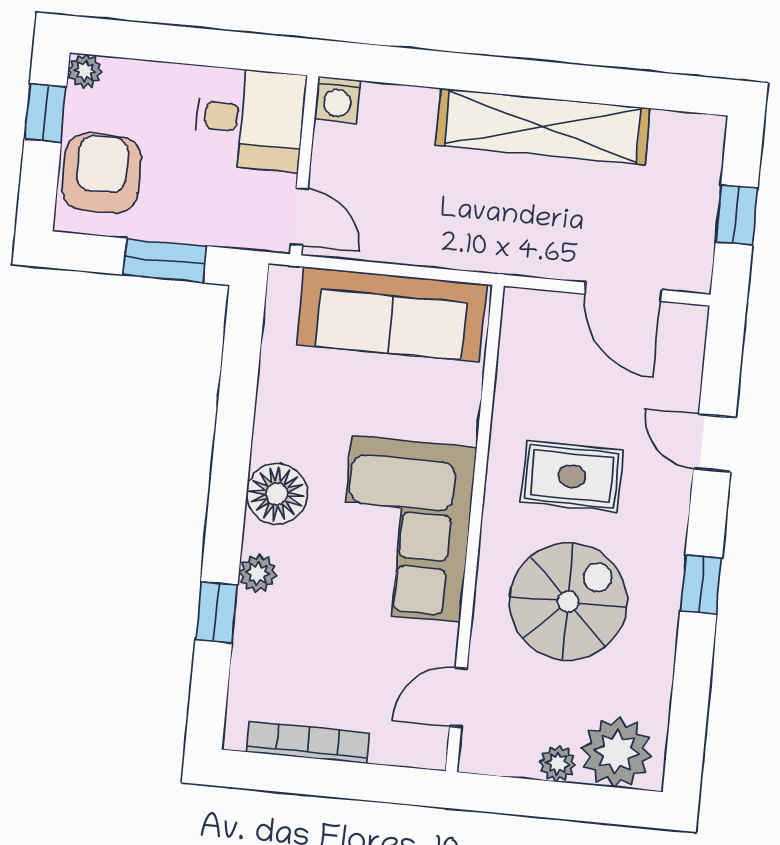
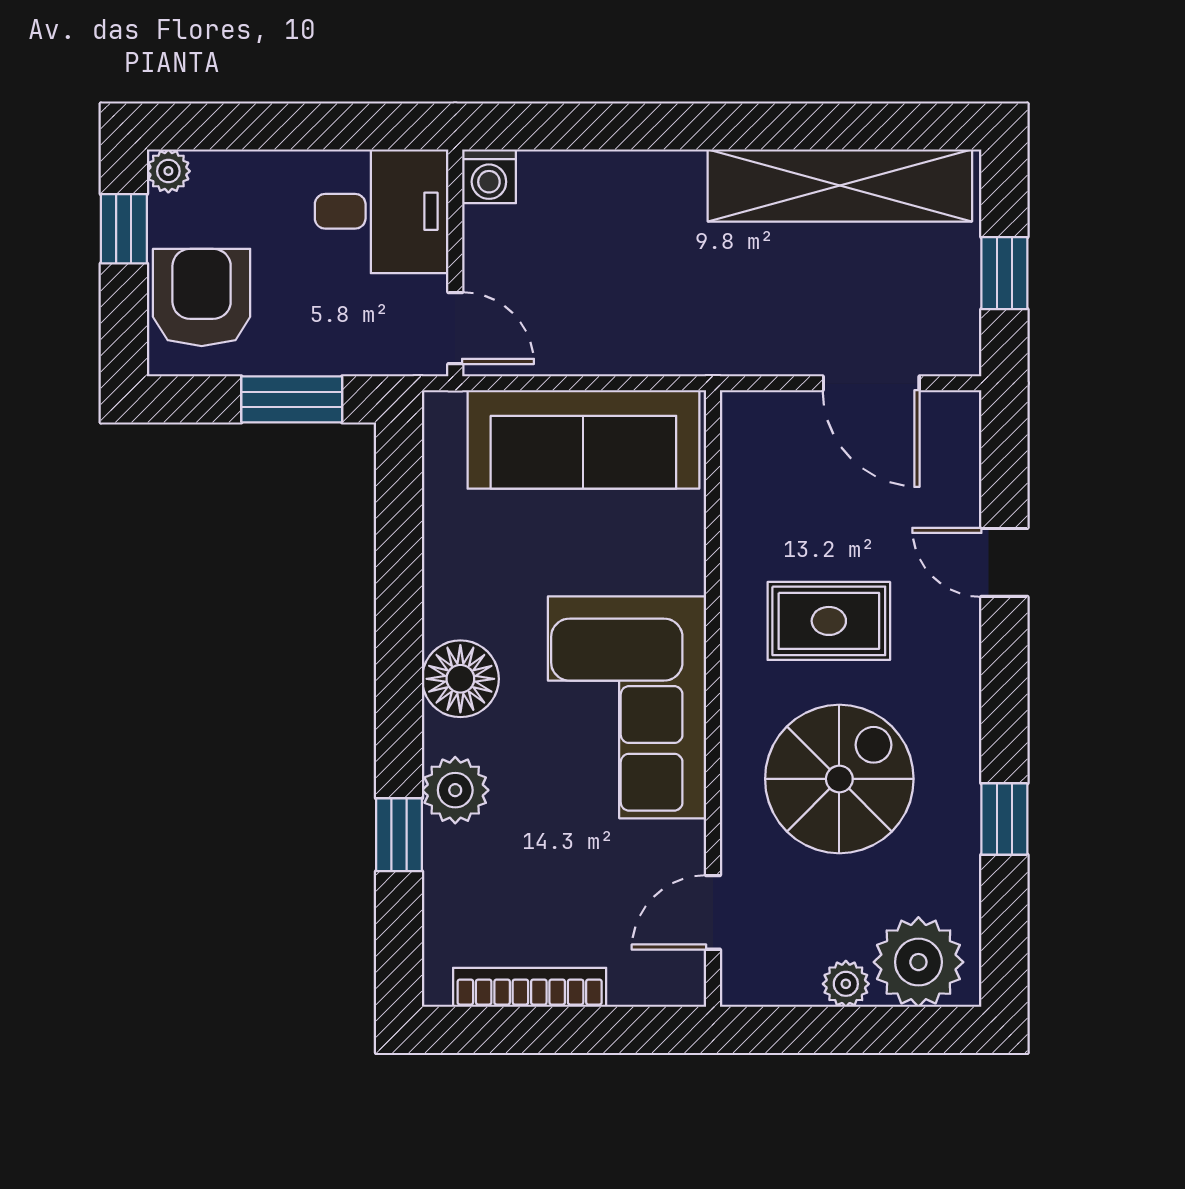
shelving: (543, 127) -> (840, 185), moved
plant: (258, 573) -> (455, 790), width x1.38, depth x1.38
window: (701, 584) -> (1004, 819), moved

